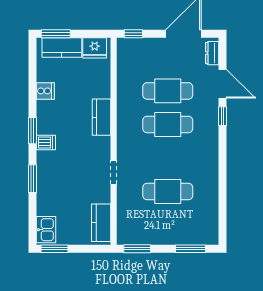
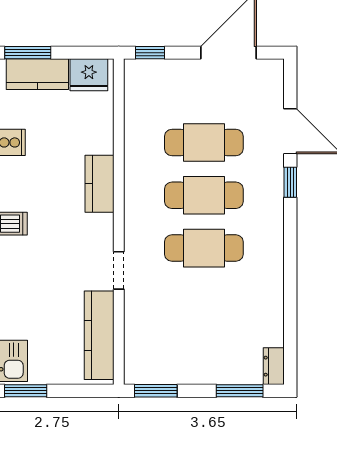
dresser: (212, 53) -> (274, 366), moved
cafe table: (168, 192) -> (204, 248), moved
kitchen counter: (101, 223) -> (99, 335), width x1.50

